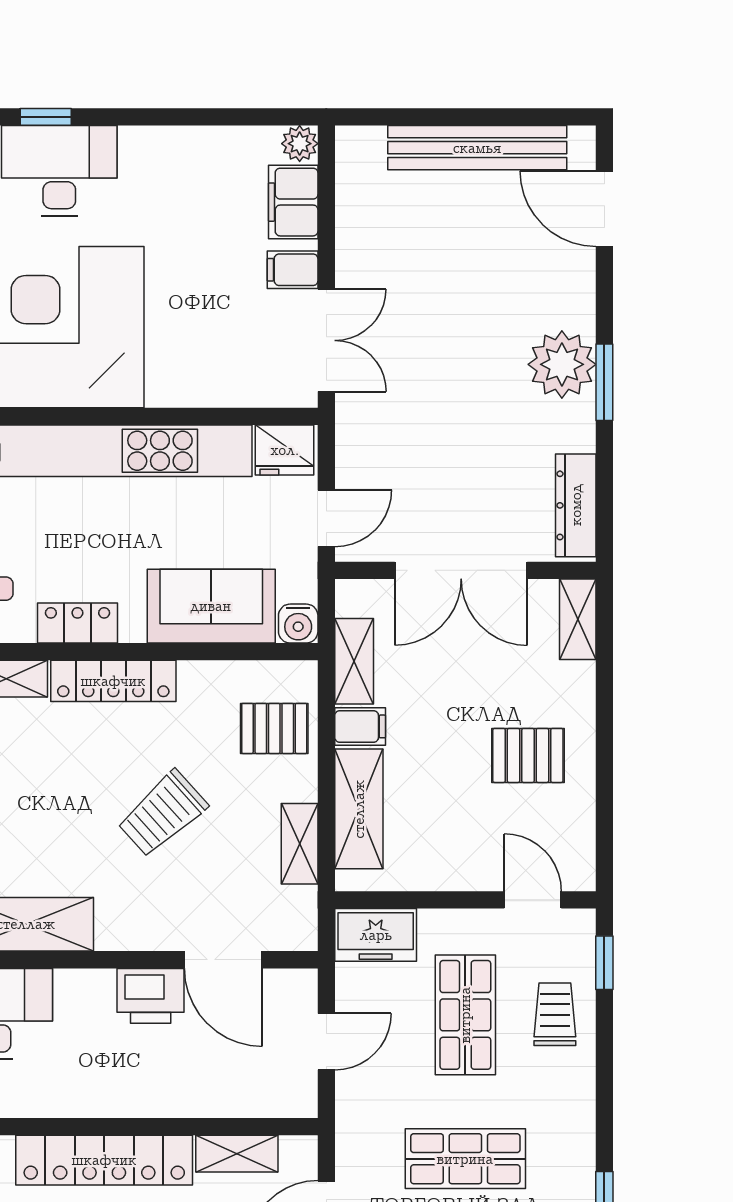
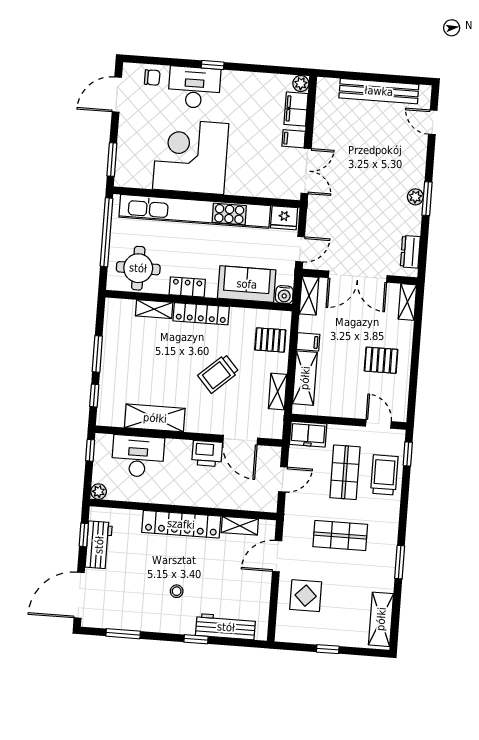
window: (46, 117) -> (213, 65), moved
door: (604, 209) -> (433, 122), width x0.73
plant: (562, 364) -> (415, 197), width x0.53, depth x0.53
dresser: (576, 505) -> (410, 252), width x0.70
shelving: (354, 661) -> (309, 296), moved
trolley: (555, 1014) -> (384, 475), width x1.36, depth x1.39

